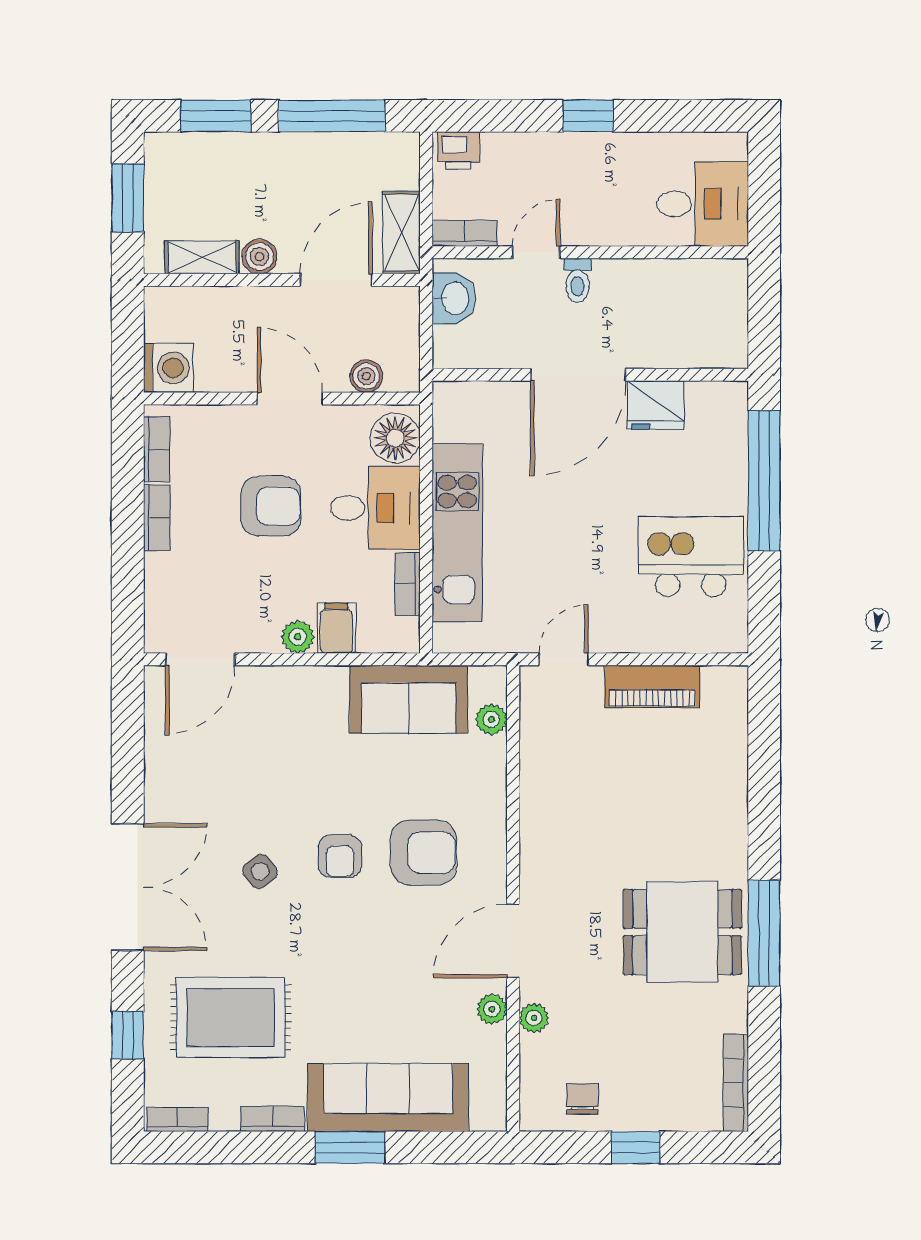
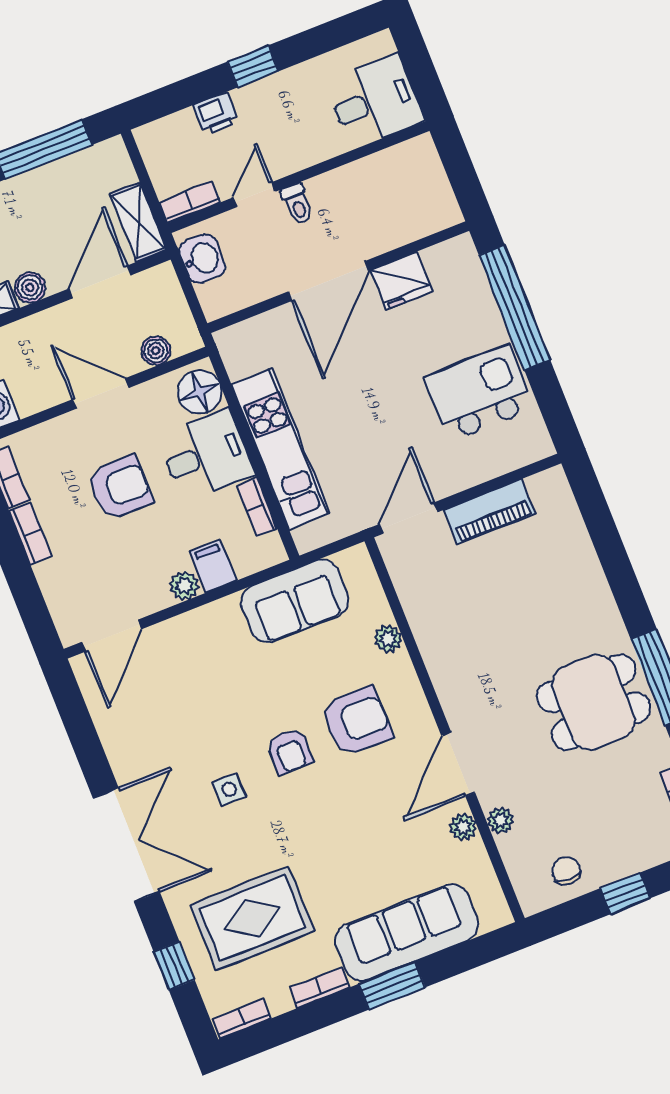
printer: (458, 151) -> (216, 114), moved
door: (564, 659) -> (408, 518), width x1.38
plant: (491, 719) -> (388, 639), moved
side table: (260, 871) -> (229, 789), turned 38

